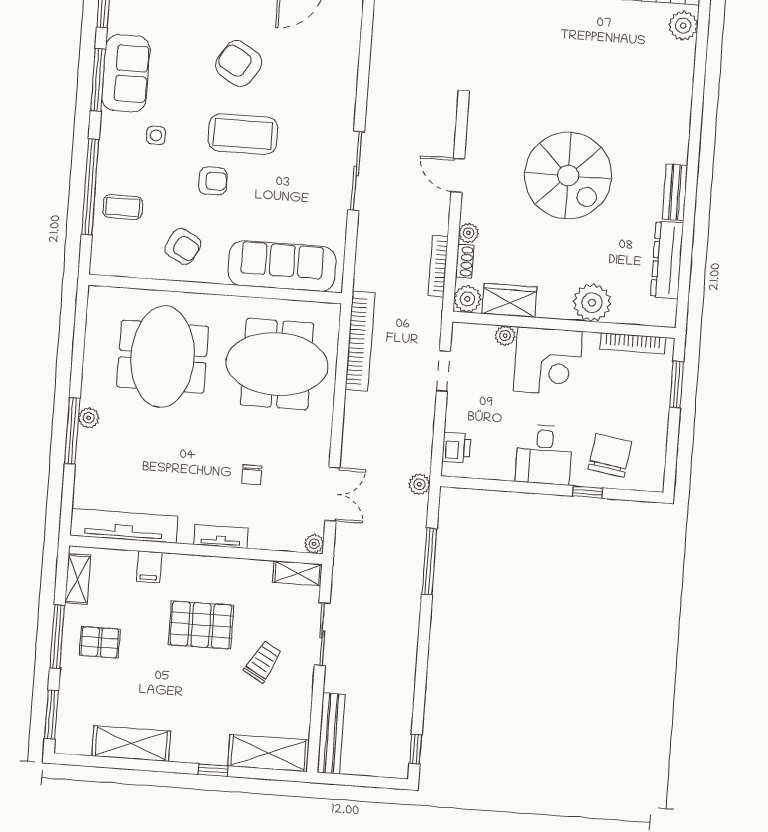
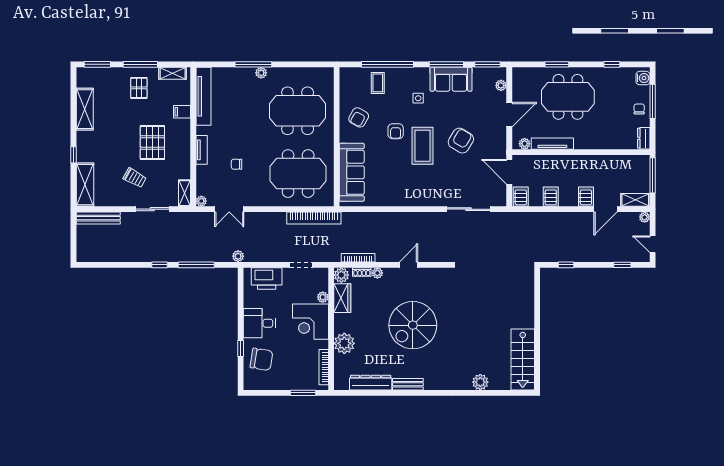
plant: (683, 26) -> (480, 382), moved
sliding door: (356, 171) -> (469, 209), moved
meeting table: (277, 364) -> (298, 174), turned 90
printer: (456, 448) -> (267, 278), width x1.87, depth x1.48
window: (416, 749) -> (159, 265), moved

